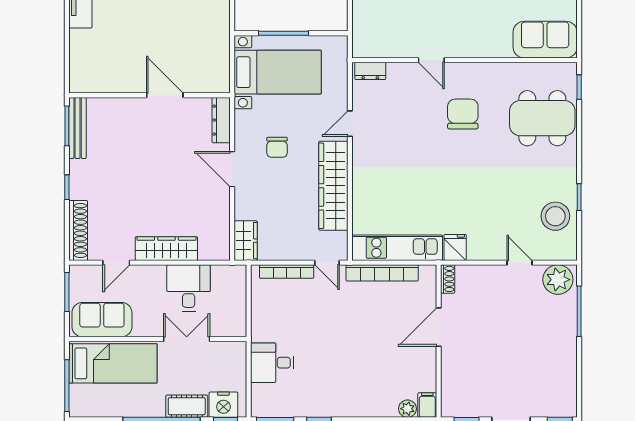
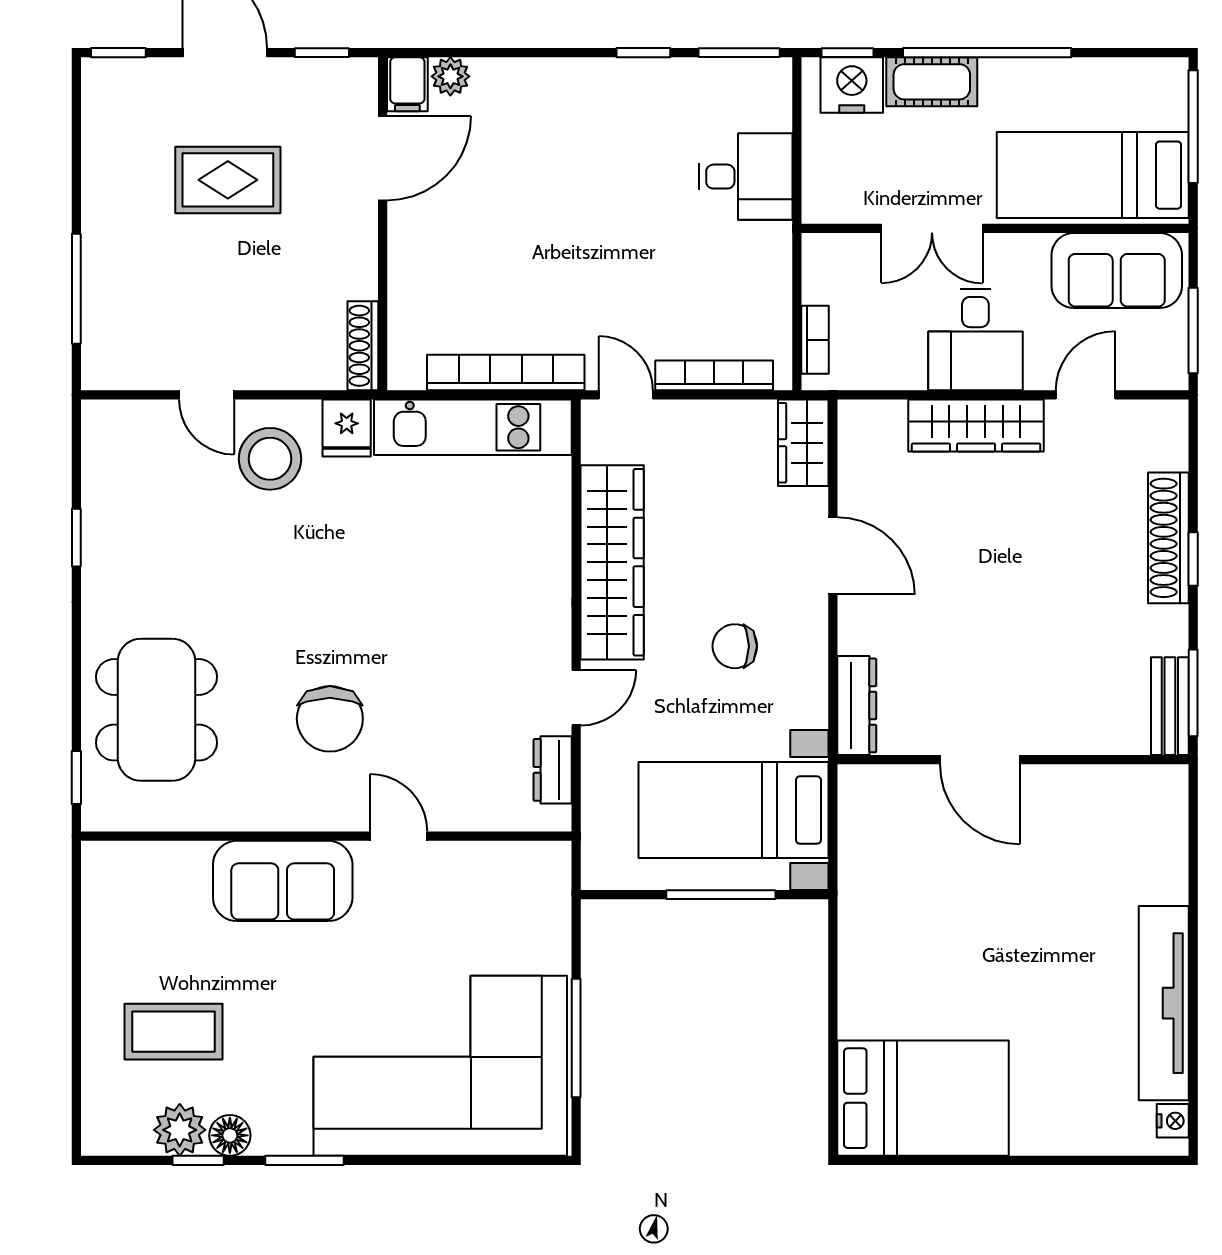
sofa: (545, 40) -> (283, 881), moved
dresser: (370, 71) -> (553, 770), moved, turned -90
dining table: (542, 118) -> (157, 710), turned 90
bench: (78, 128) -> (1170, 706), width x0.73
chair: (277, 147) -> (735, 646), turned -90
door: (232, 169) -> (833, 556), moved
stool: (555, 216) -> (270, 459), moved
shoe rack: (78, 230) -> (1168, 538), moved
shoe rack: (448, 279) -> (363, 346), width x1.43
plant: (558, 280) -> (123, 358), removed
desk: (189, 288) -> (975, 340), moved
bookcase: (240, 288) -> (815, 340), added
door: (439, 327) -> (383, 158), moved
rug: (510, 361) -> (228, 180), added

